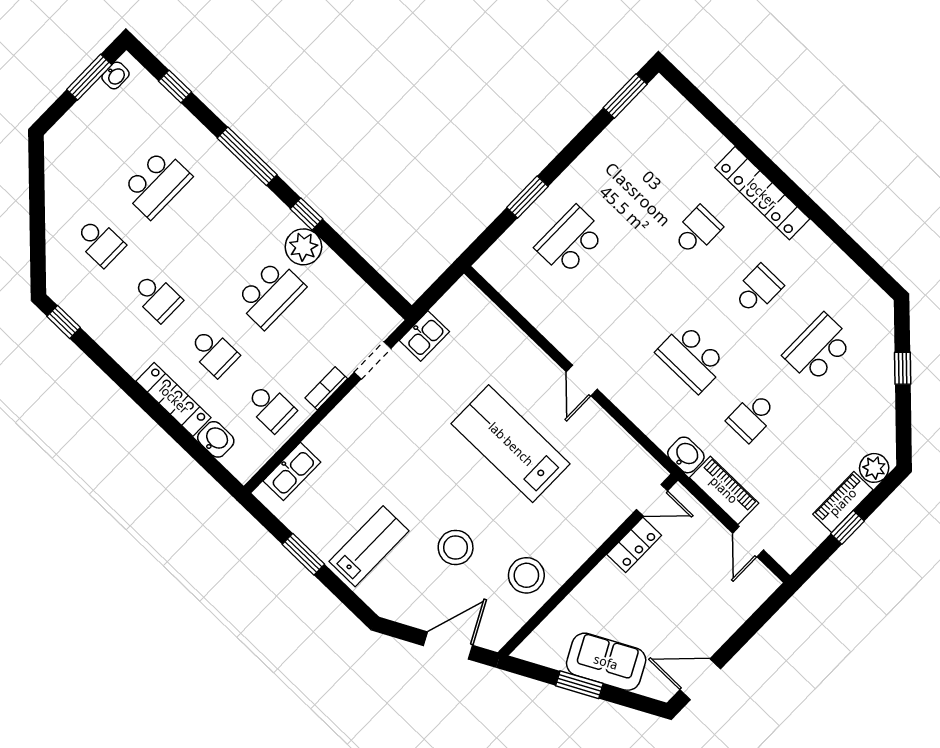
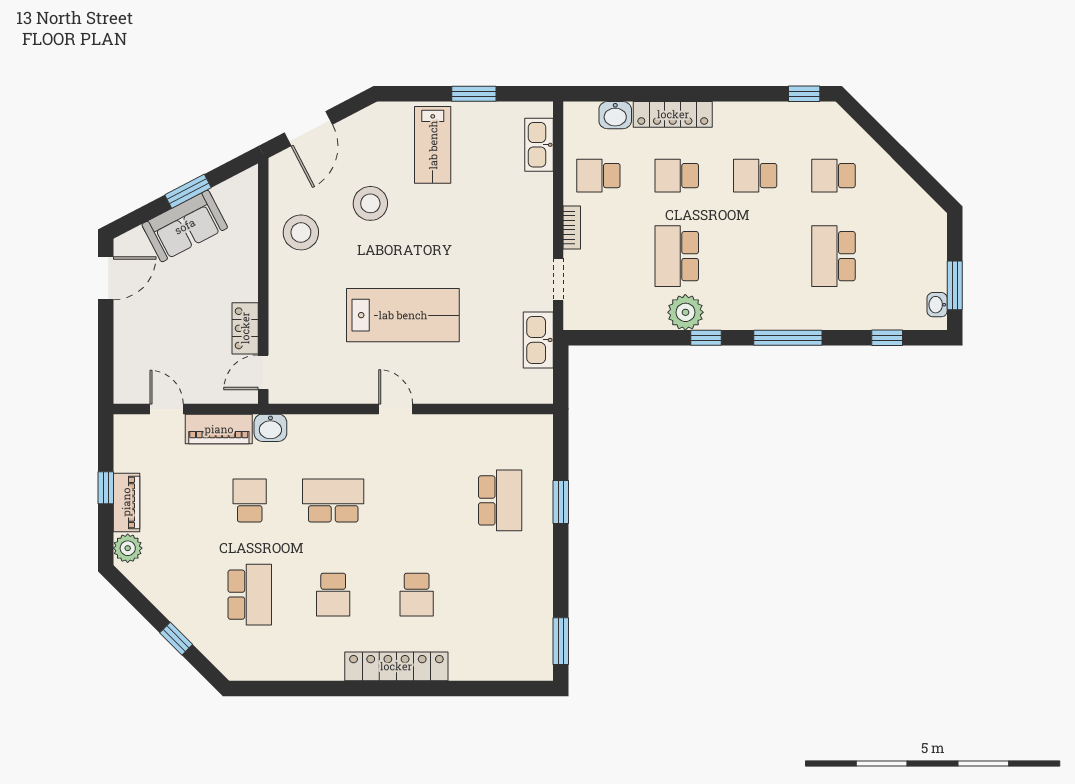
kitchen sink: (424, 336) -> (538, 340), width x1.38

